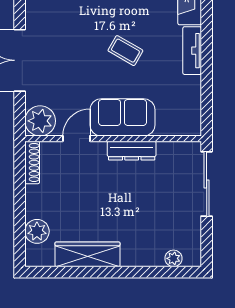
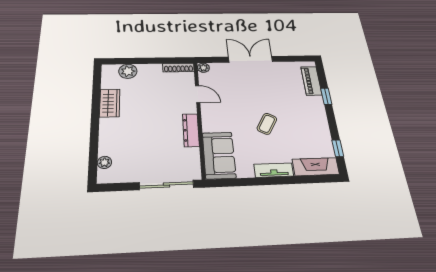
sofa: (122, 117) -> (219, 155), moved
plant: (40, 121) -> (203, 68), width x0.53, depth x0.53
wardrobe: (87, 254) -> (110, 103), width x0.67

